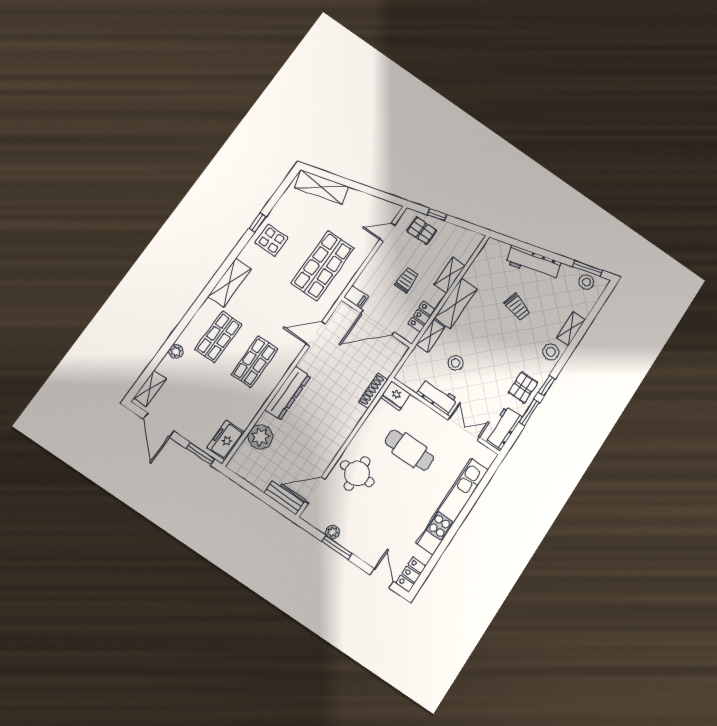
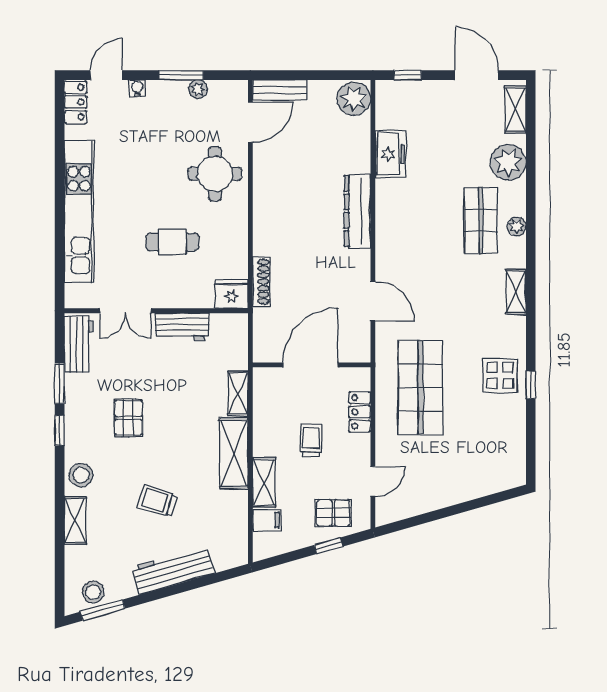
shelving: (321, 187) -> (487, 481), removed
trolley: (406, 280) -> (311, 440), turned 180
shelving: (230, 283) -> (516, 292), width x0.67, depth x0.75
filing cabinet: (356, 297) -> (267, 520), moved, turned 180
locker: (422, 317) -> (360, 412), moved, turned 180
plant: (200, 319) -> (517, 226), added
door: (316, 334) -> (373, 301), hinge flipped
plant: (176, 351) -> (508, 162), width x1.88, depth x1.88
shop shelf: (254, 362) -> (420, 220), removed
stool: (456, 363) -> (187, 382), removed
pallet: (523, 388) -> (128, 418), moved
plant: (260, 437) -> (354, 99), moved
freezer: (226, 440) -> (390, 154), moved
cafe table: (409, 450) -> (172, 242), width x0.73, depth x0.74
window: (200, 454) -> (408, 75), width x0.67
water cooler: (369, 558) -> (137, 88), added
door: (382, 578) -> (106, 75), swing flipped

